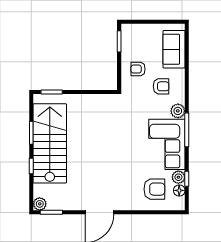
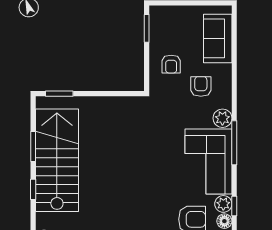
armchair: (138, 69) -> (171, 64), turned -90
armchair: (161, 86) -> (201, 86), turned -90

